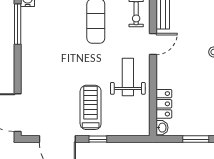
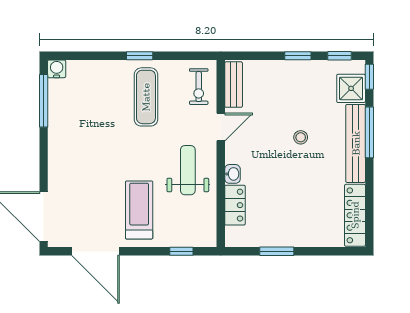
washbasin: (162, 128) -> (232, 174), moved
window: (98, 139) -> (181, 251), moved

